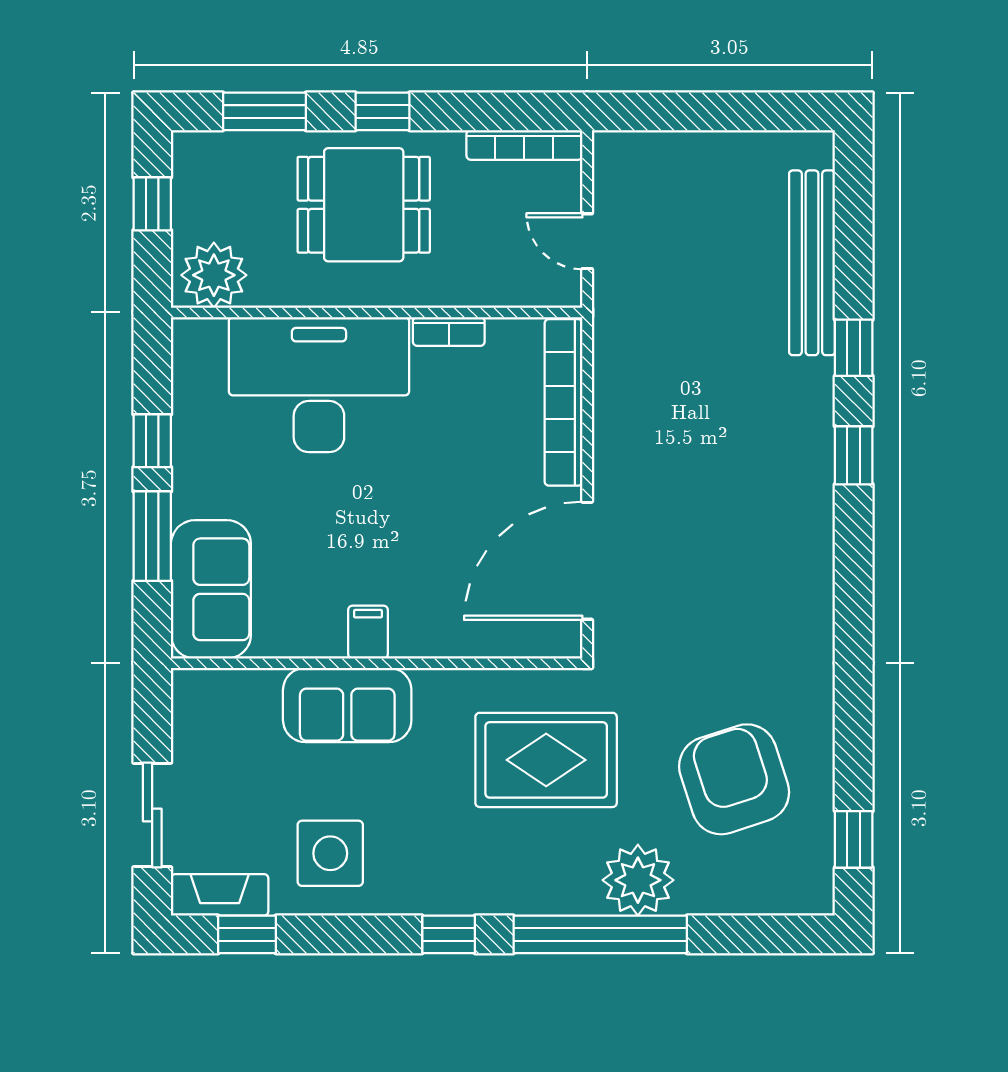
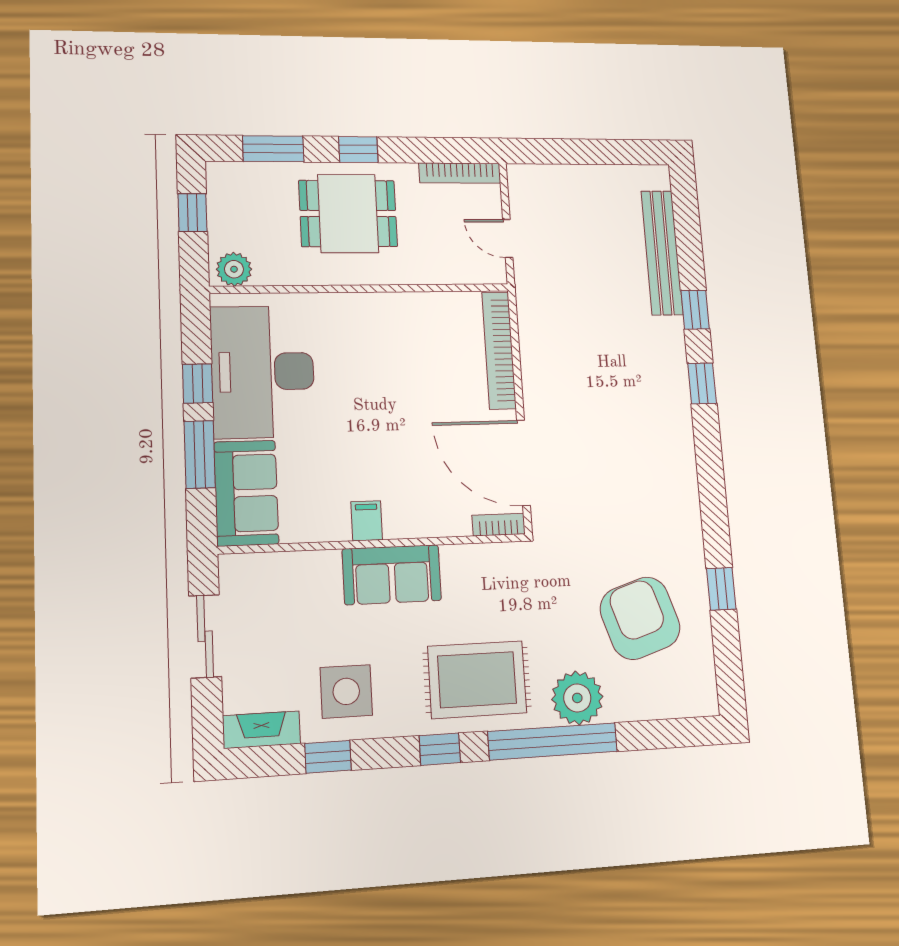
plant: (214, 275) -> (234, 269), width x0.73, depth x0.73
bookcase: (449, 331) -> (499, 525), moved, turned 180
desk: (319, 385) -> (263, 372), moved, turned -90
door: (587, 561) -> (524, 463), hinge flipped
sofa: (347, 705) -> (392, 575), moved
rug: (546, 760) -> (477, 680), moved
sliding door: (152, 815) -> (205, 636), moved
window: (854, 839) -> (721, 589), moved
window: (247, 934) -> (328, 757), moved

